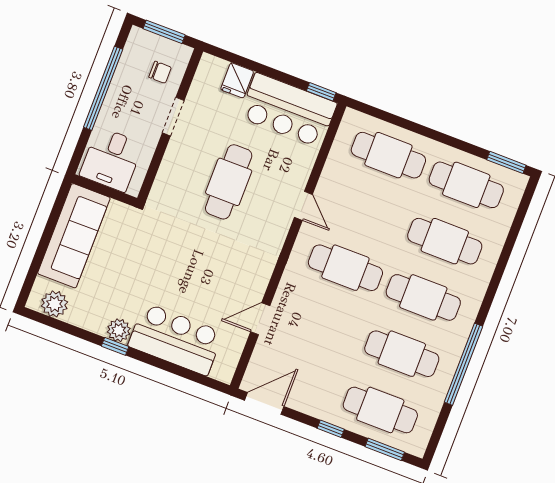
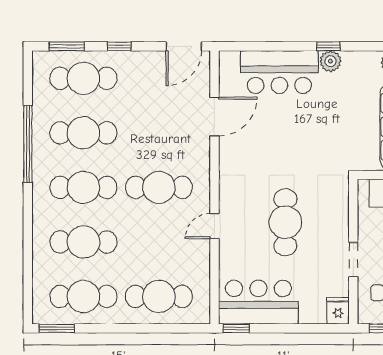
fridge: (237, 80) -> (338, 311), moved
door: (303, 206) -> (214, 226), hinge flipped
door: (260, 319) -> (214, 117), width x1.38

